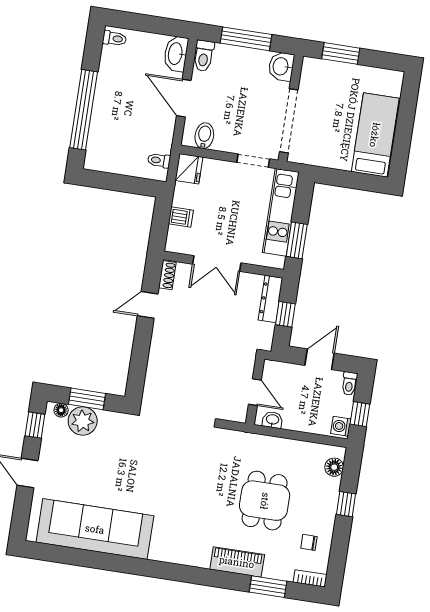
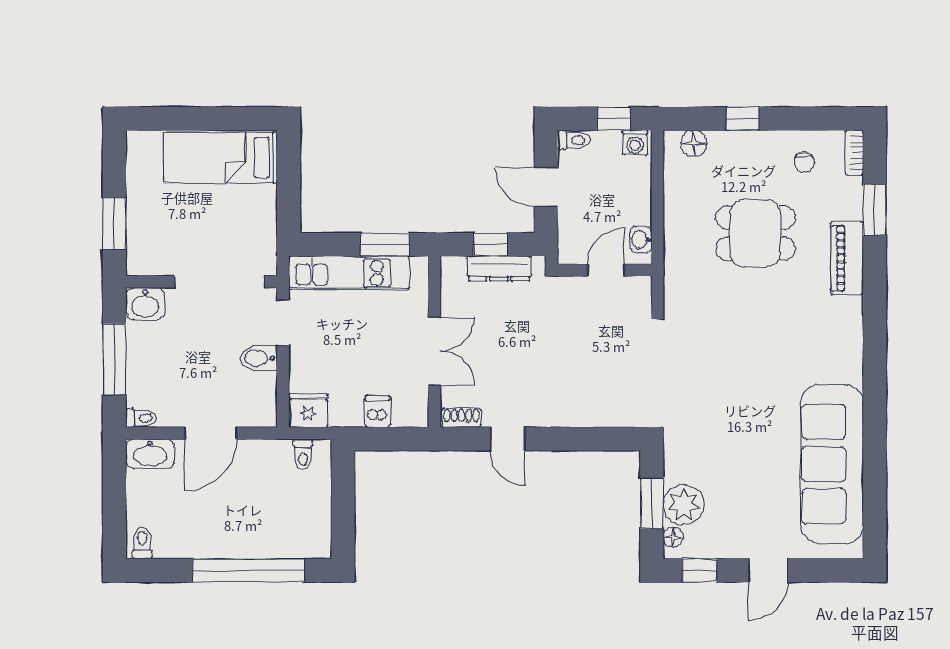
toilet: (204, 56) -> (141, 418), width x0.73, depth x0.72
bidet: (204, 136) -> (259, 358), moved
dresser: (271, 299) -> (499, 269), moved

